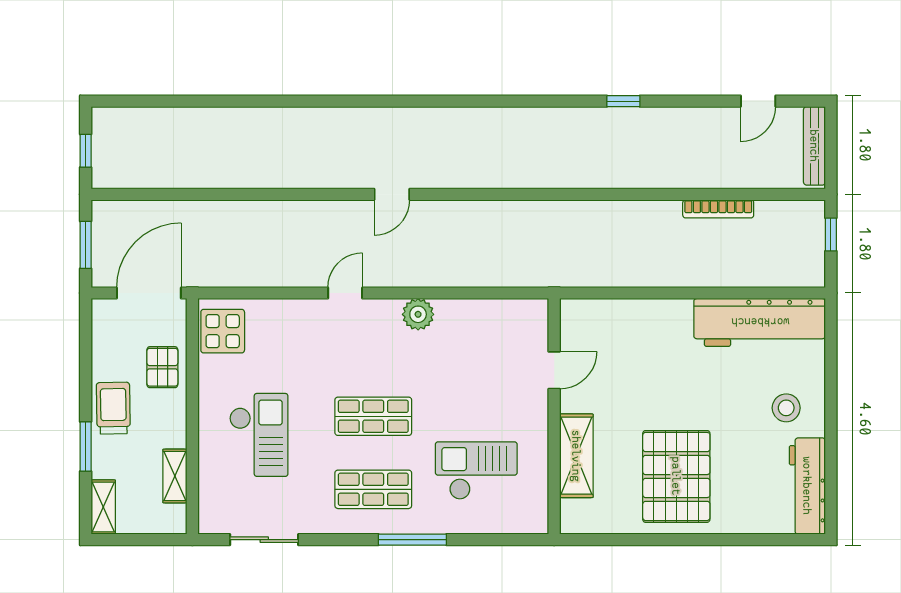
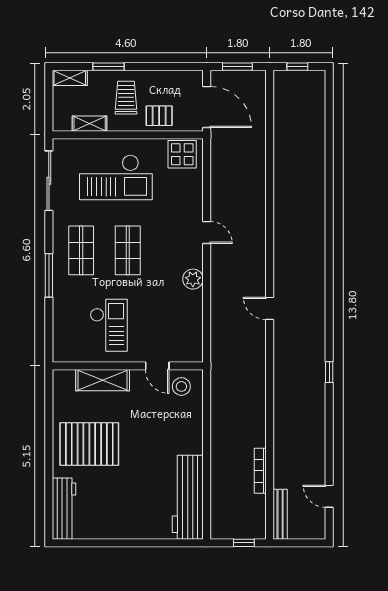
window: (623, 101) -> (329, 372), moved
bench: (814, 146) -> (280, 514), moved, turned 90
door: (392, 194) -> (270, 308), moved
trolley: (113, 408) -> (126, 98), moved, turned -89
stool: (786, 408) -> (181, 386), moved
checkout: (259, 435) -> (116, 177), width x1.36, depth x1.21
checkout: (476, 471) -> (109, 325), moved
workbench: (807, 486) -> (64, 509), moved, turned 90
sliding door: (264, 540) -> (49, 181), width x1.37

